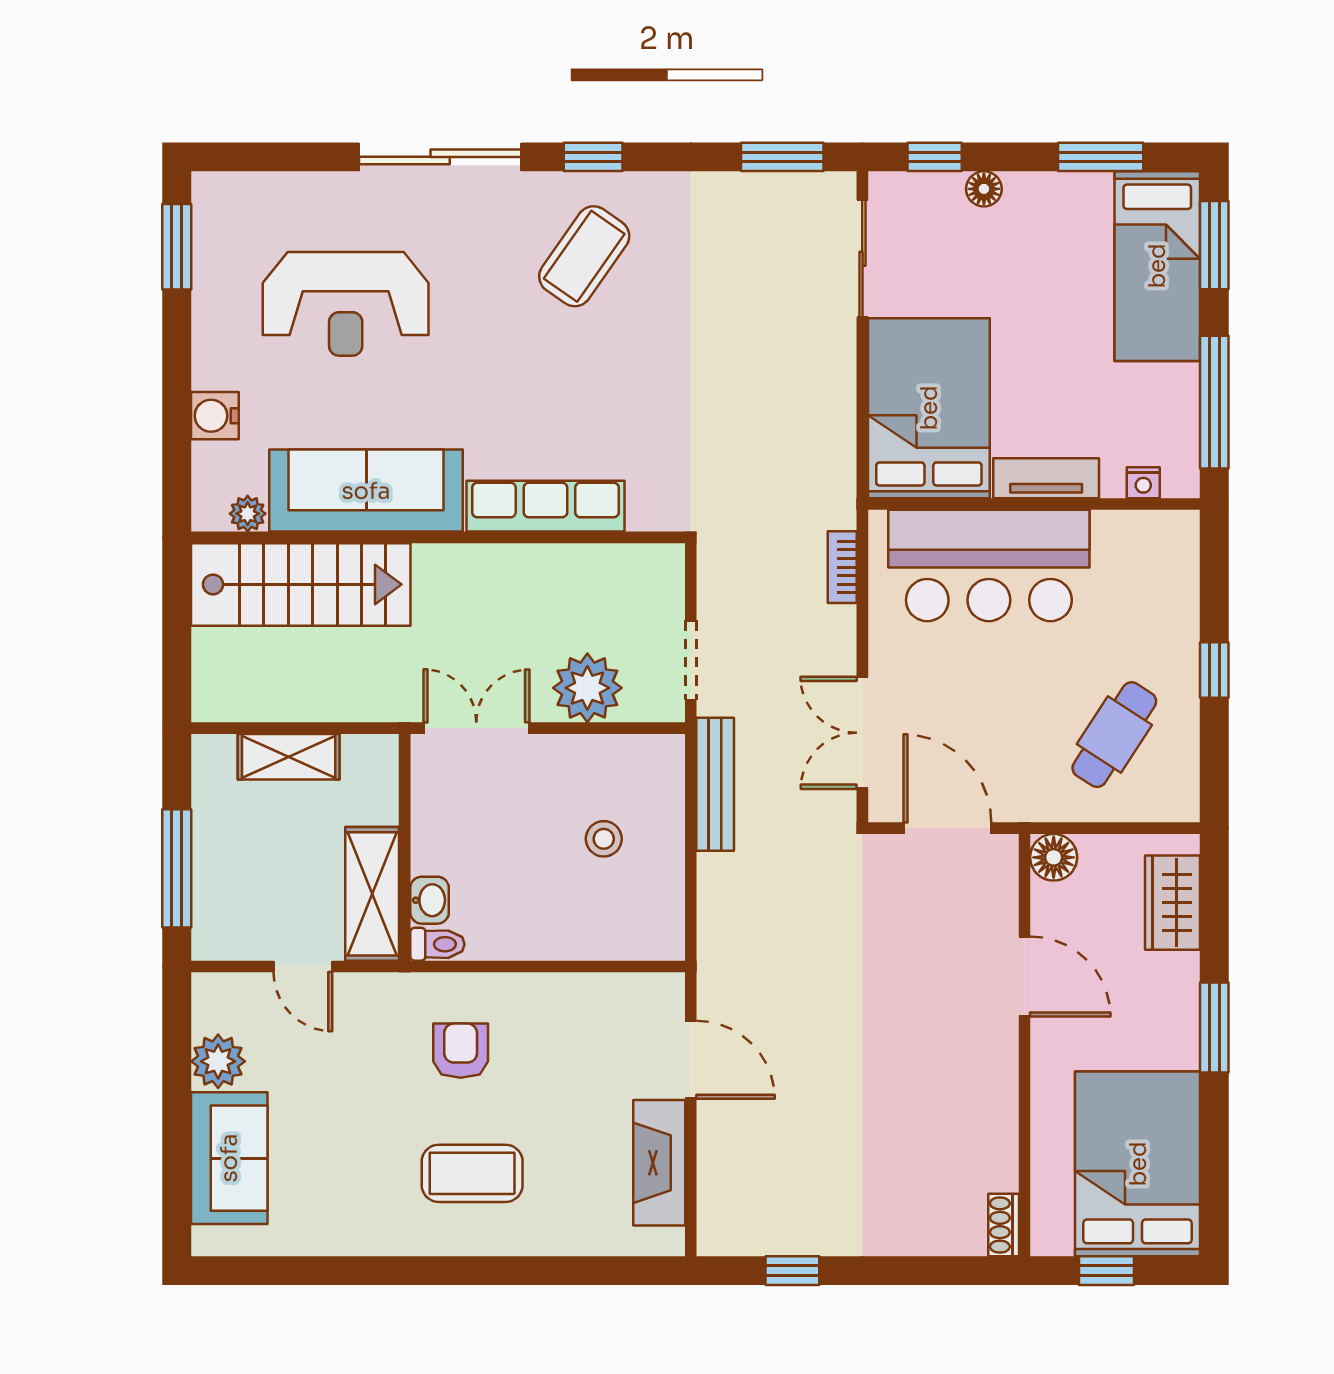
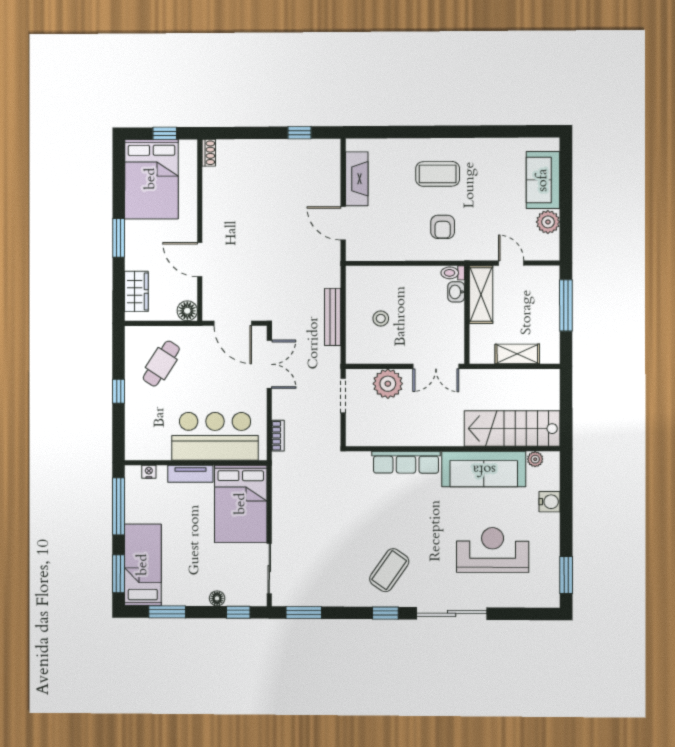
bench: (715, 784) -> (333, 317), moved

